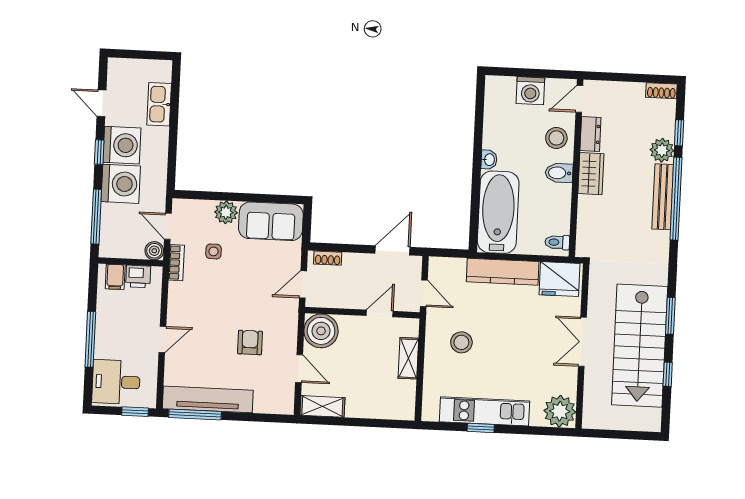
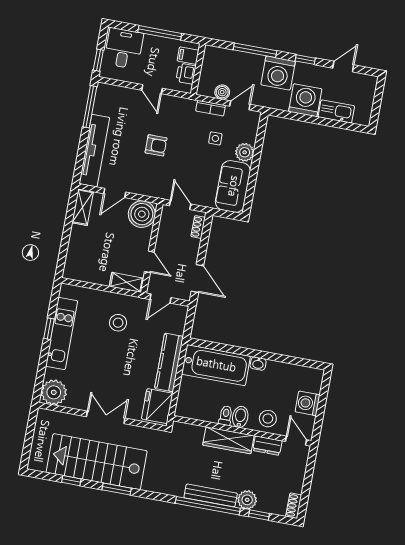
washing machine: (122, 145) -> (305, 100), moved, turned 180
wardrobe: (591, 174) -> (228, 440), width x1.50
toilet: (557, 242) -> (226, 415), moved
wall: (131, 262) -> (198, 69), moved
printer: (138, 276) -> (186, 74), moved
filing cabinet: (115, 277) -> (188, 56), moved
armchair: (250, 342) -> (156, 145), moved
shelving: (408, 358) -> (127, 282), moved
tv unit: (208, 399) -> (94, 151), moved

